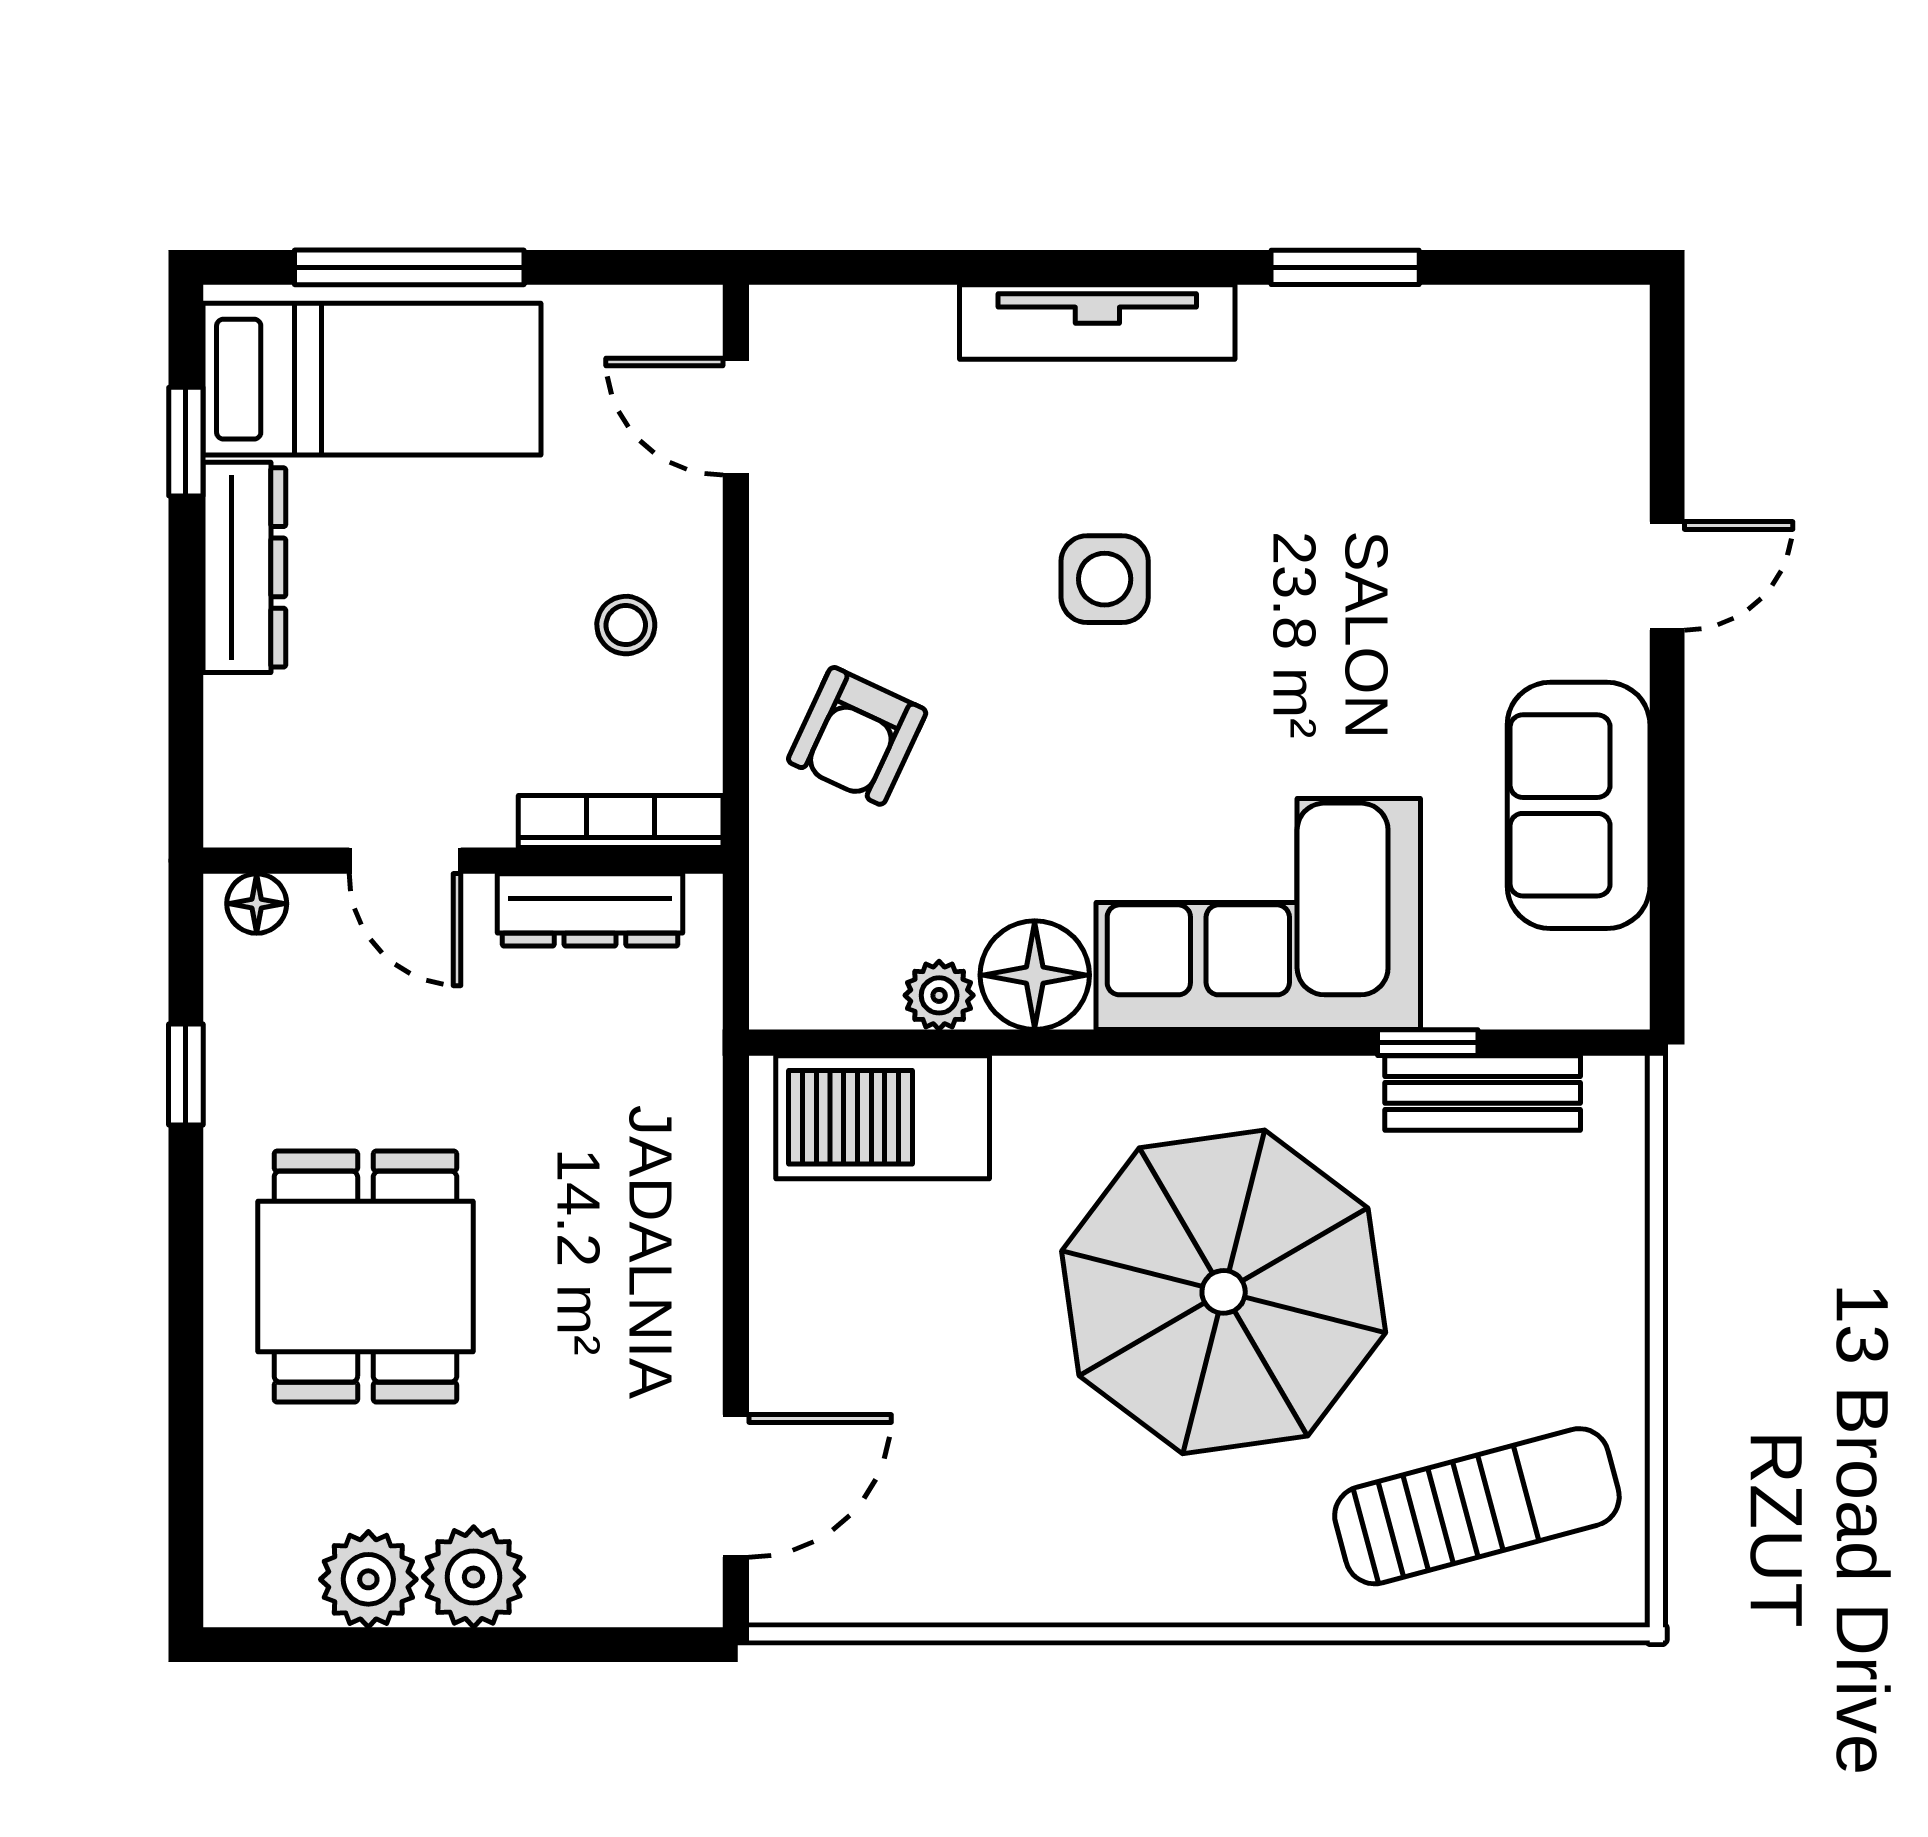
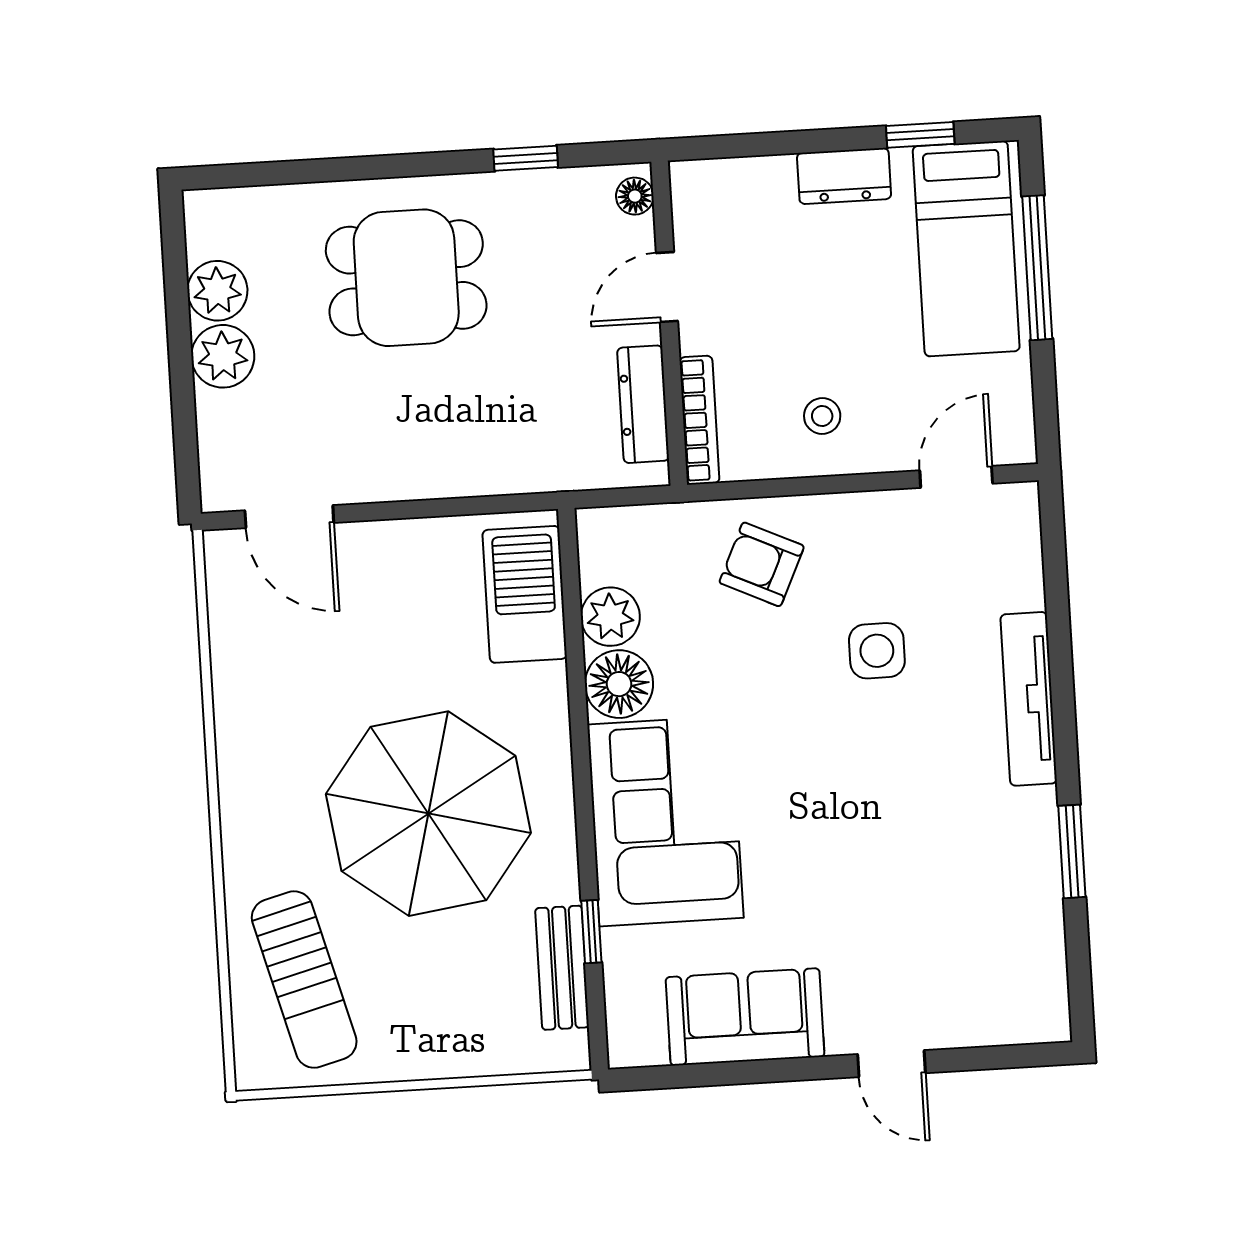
dresser: (244, 567) -> (844, 176), width x0.70
side table: (1105, 579) -> (877, 651), moved
plant: (939, 995) -> (610, 617), width x1.38, depth x1.38

